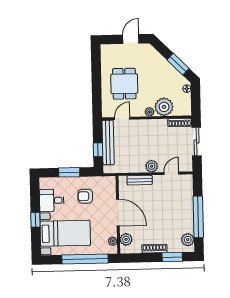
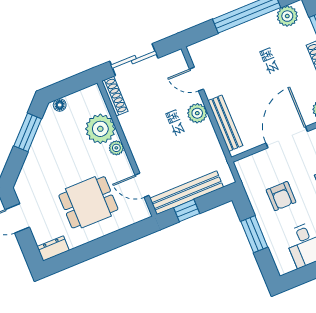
dresser: (105, 53) -> (53, 248), added
window: (98, 150) -> (187, 211), moved
bench: (140, 180) -> (225, 123), width x1.36

